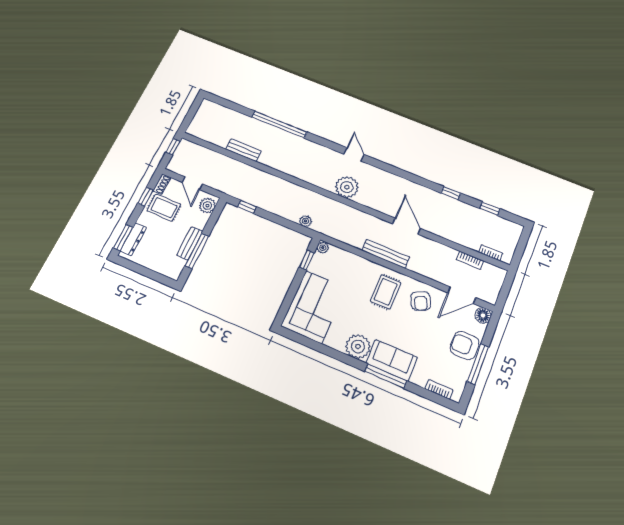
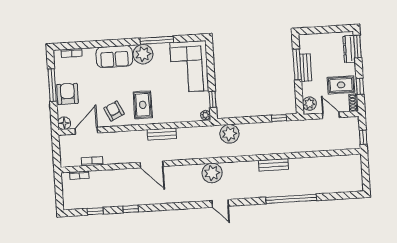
bench: (243, 150) -> (273, 165), moved
plant: (306, 221) -> (229, 134), width x1.87, depth x1.87
bench: (386, 254) -> (162, 134), width x0.73
armchair: (465, 346) -> (68, 94), turned -90
window: (386, 376) -> (157, 40), moved

